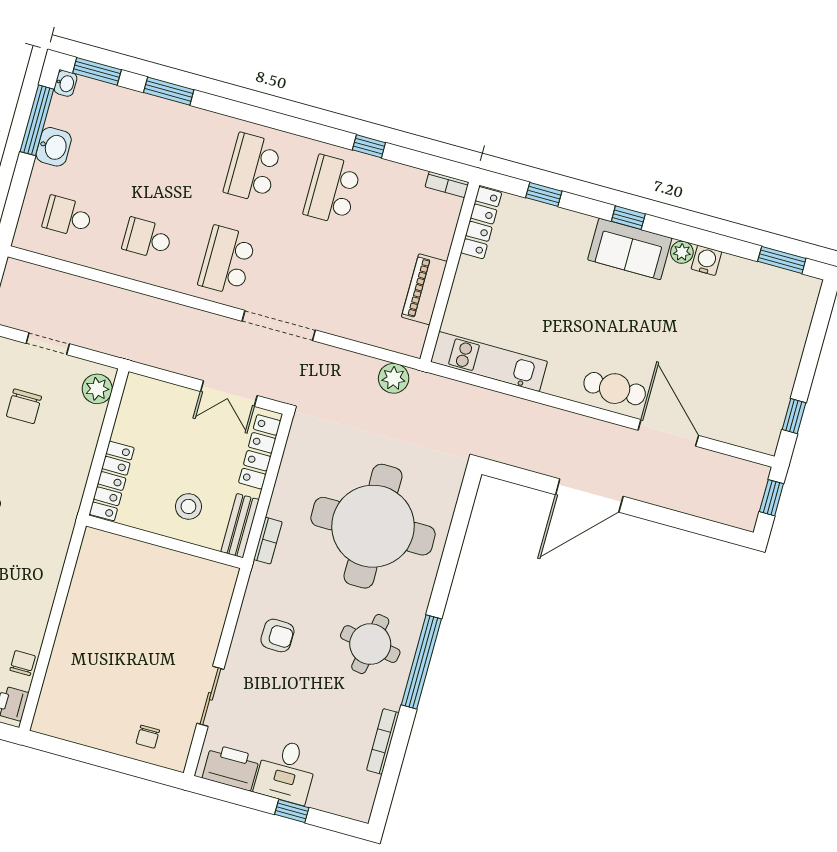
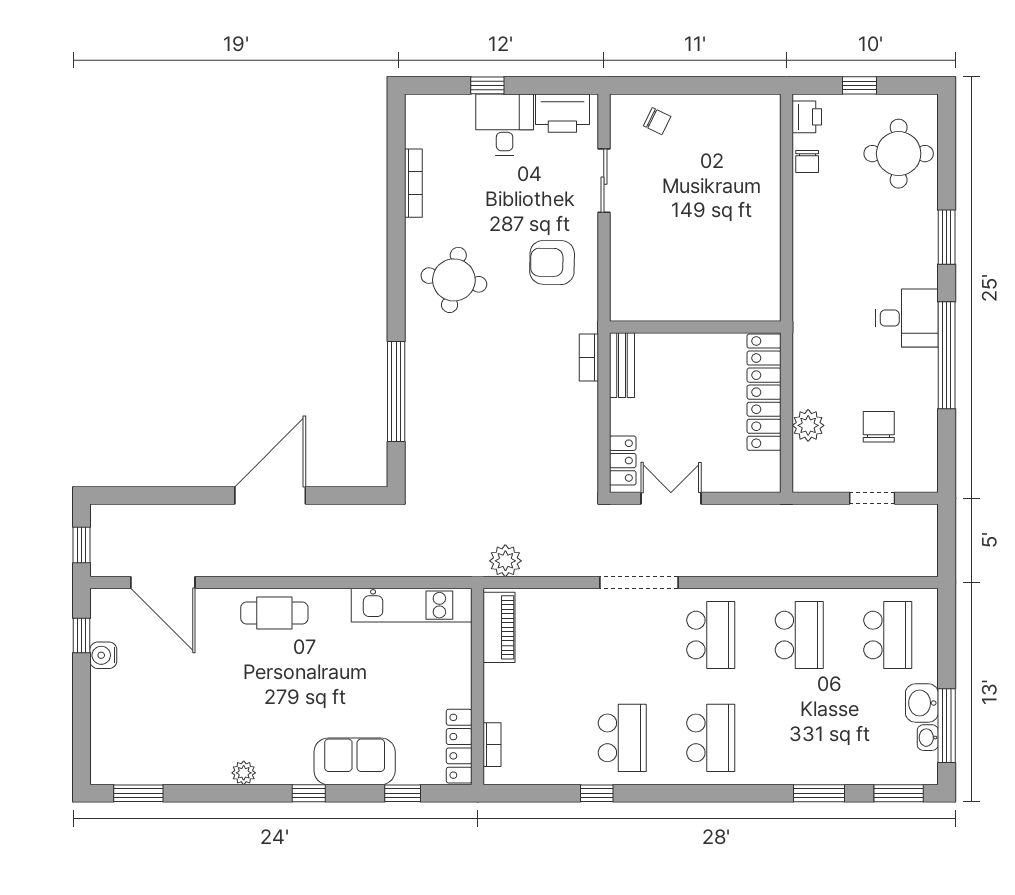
washbasin: (65, 83) -> (928, 738), moved
bookcase: (447, 184) -> (492, 745), moved, turned 90
school desk: (68, 217) -> (888, 635), width x1.85
school desk: (147, 238) -> (799, 635), width x1.85
sofa: (630, 249) -> (355, 761), moved
water cooler: (706, 260) -> (103, 655), moved, turned 90
piano: (424, 289) -> (499, 627), moved
plant: (97, 389) -> (808, 425), moved
door: (668, 433) -> (163, 583), moved
locker: (260, 452) -> (623, 461), width x0.66
locker: (112, 481) -> (764, 392), width x1.41, depth x1.21
stool: (188, 506) -> (681, 370), removed
round table: (373, 526) -> (485, 402), removed
armchair: (277, 635) -> (552, 262), width x1.38, depth x1.38
window: (421, 662) -> (396, 391), moved
chair: (148, 737) -> (657, 121), turned 116

